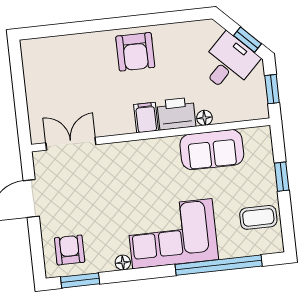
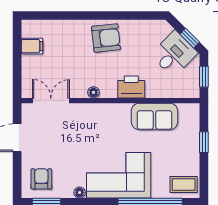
armchair: (135, 52) -> (106, 38), turned -96
filing cabinet: (146, 118) -> (32, 46), moved, turned 90
floor lamp: (204, 118) -> (93, 92), moved
coffee table: (258, 217) -> (184, 184), moved

